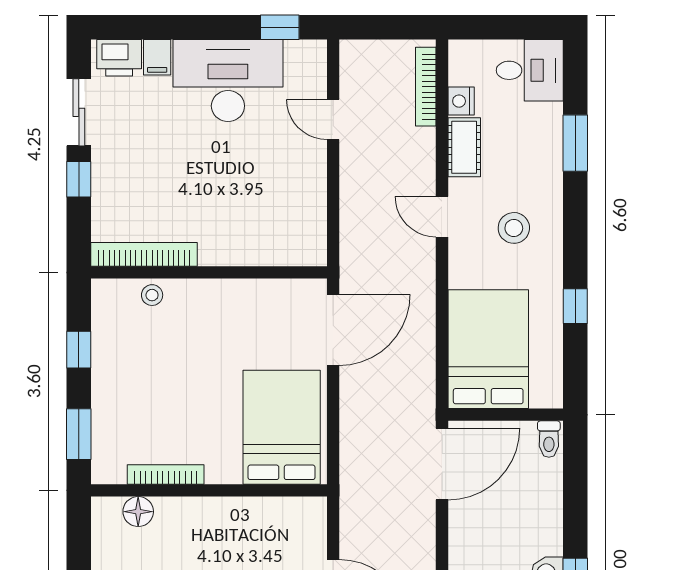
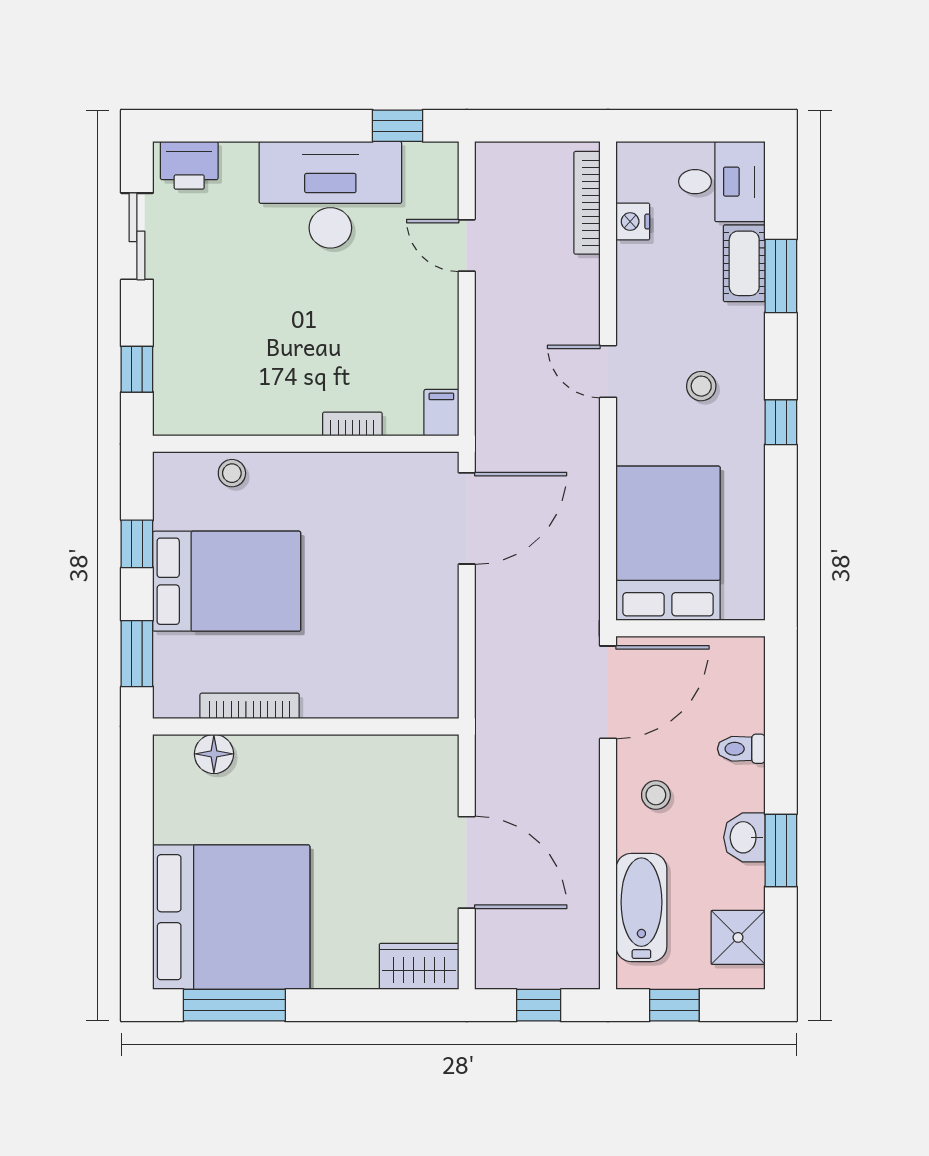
filing cabinet: (157, 57) -> (441, 413), moved, turned 180
cot: (464, 147) -> (744, 263), moved
window: (79, 179) -> (137, 369), moved
stool: (514, 228) -> (701, 386), width x0.73, depth x0.73
bookcase: (144, 254) -> (352, 424), moved, width x0.43, depth x0.76
window: (575, 306) -> (781, 422), moved
bed: (282, 427) -> (227, 581), moved, turned 90
toilet: (549, 439) -> (741, 749), moved, turned 90
stool: (479, 543) -> (656, 795), added

